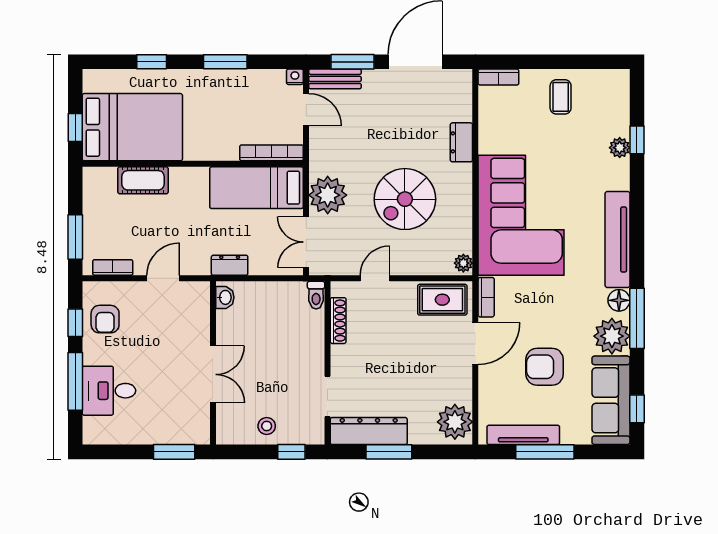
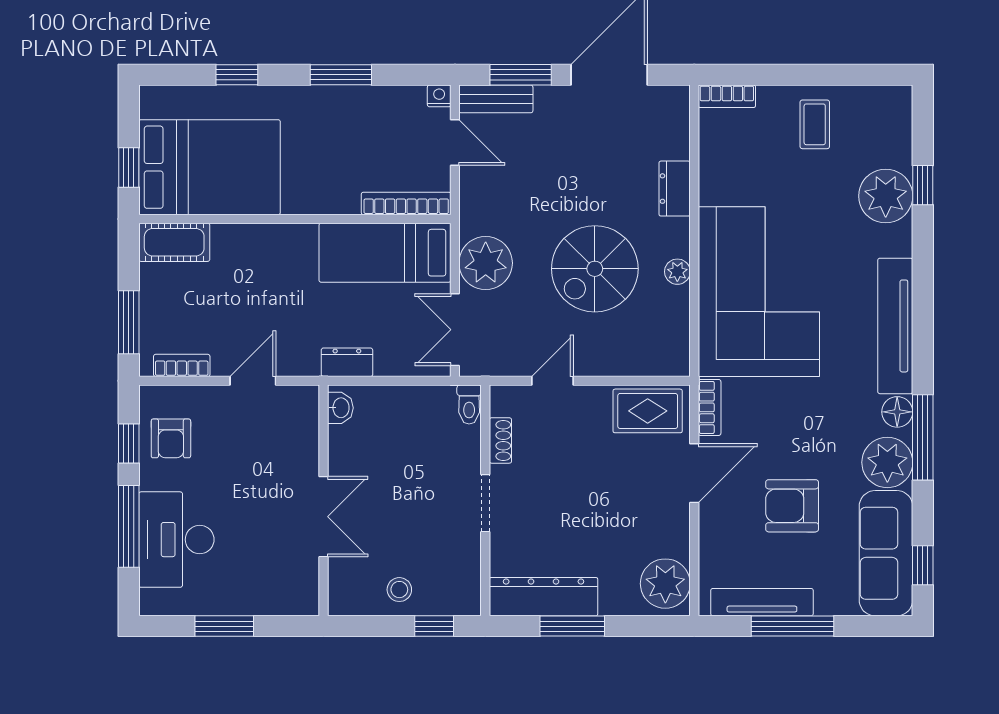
plant: (620, 148) -> (886, 196), width x1.87, depth x1.87
cot: (143, 180) -> (174, 242), moved
plant: (463, 263) -> (677, 272), moved
shoe rack: (338, 321) -> (500, 440), width x0.70
desk: (109, 391) -> (176, 540), width x1.37
doorway: (327, 396) -> (485, 503), moved
window: (174, 452) -> (224, 626), moved

